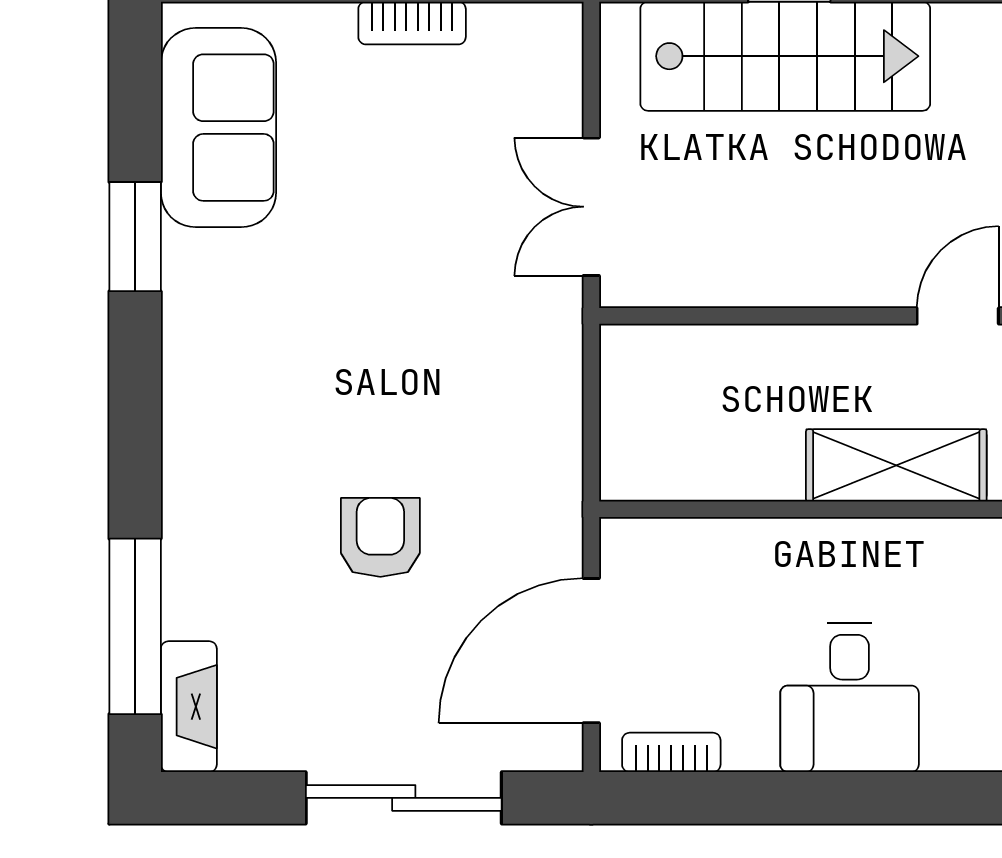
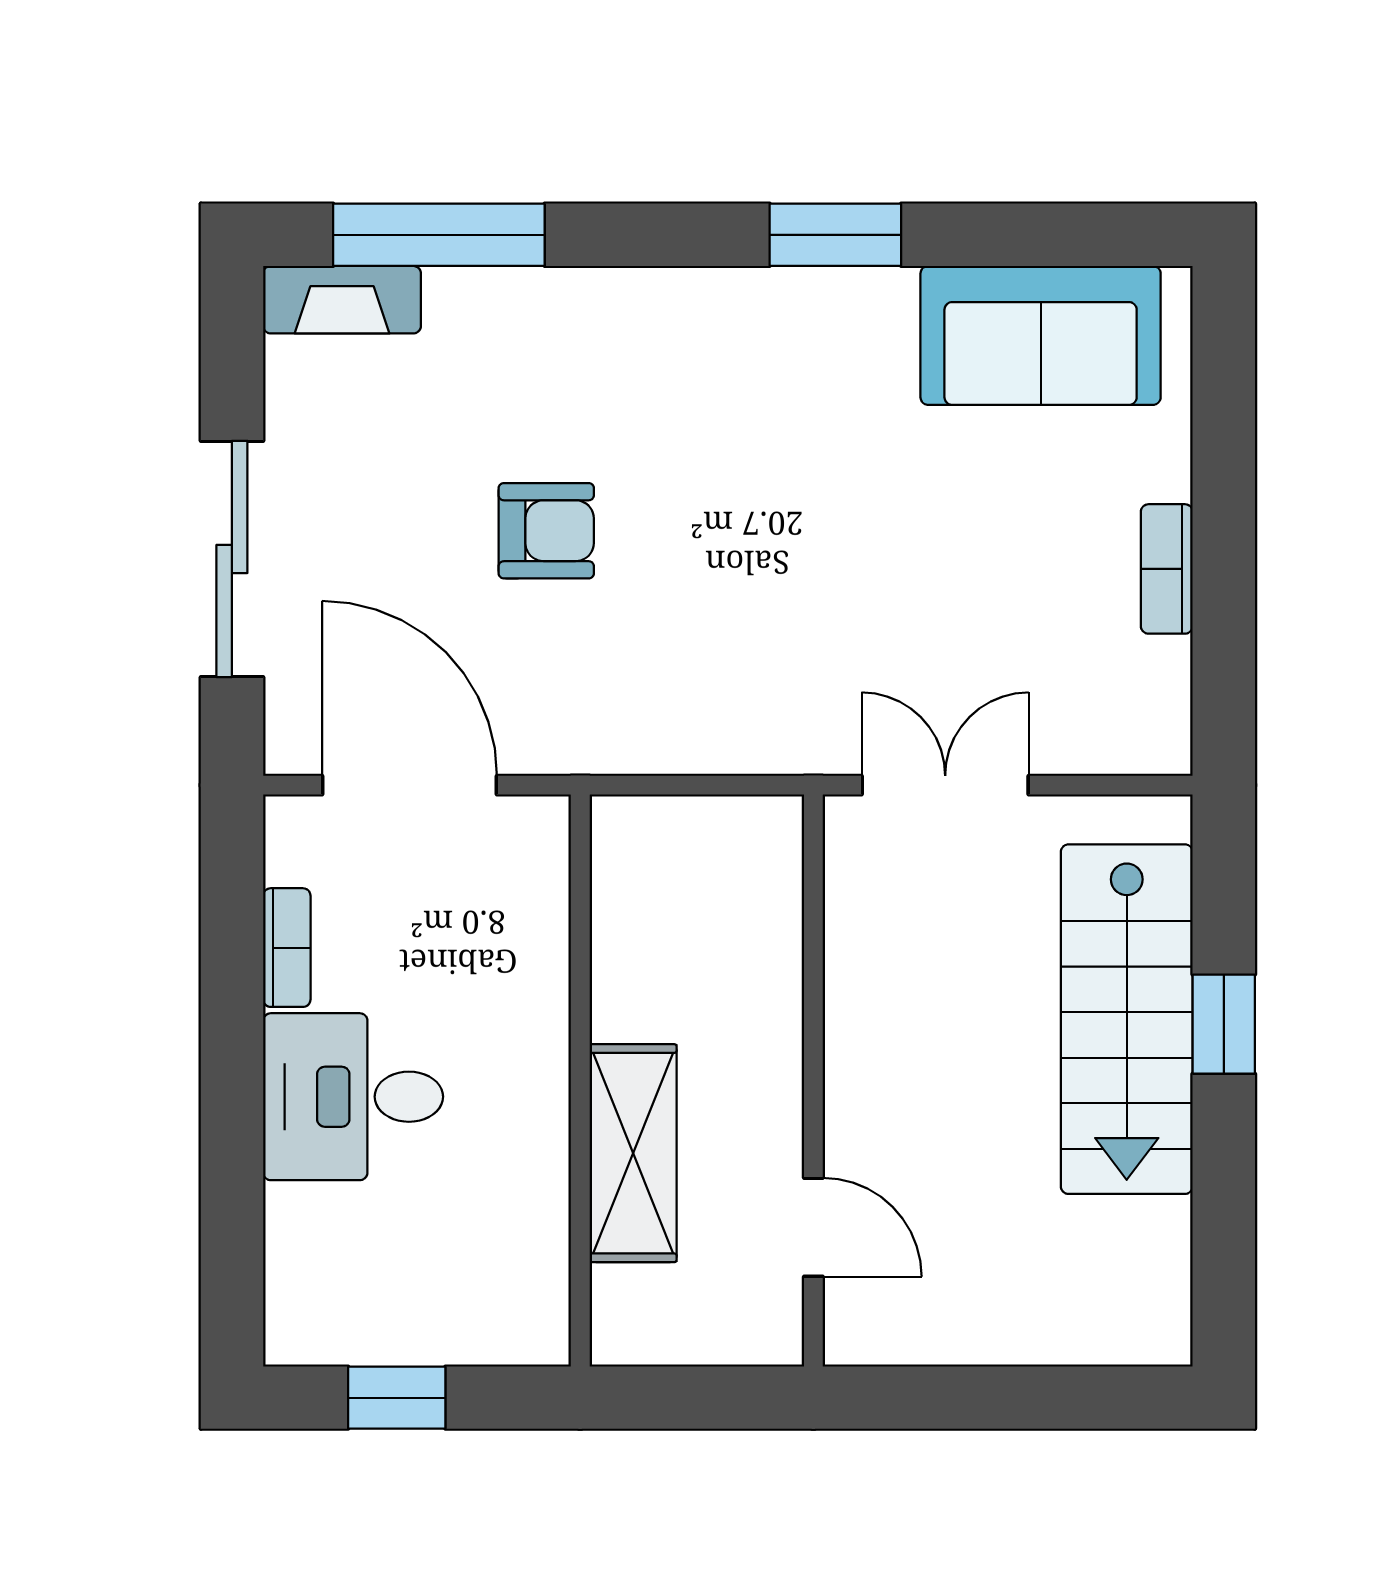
window: (135, 237) -> (835, 235), moved
bookcase: (671, 752) -> (287, 948), moved

